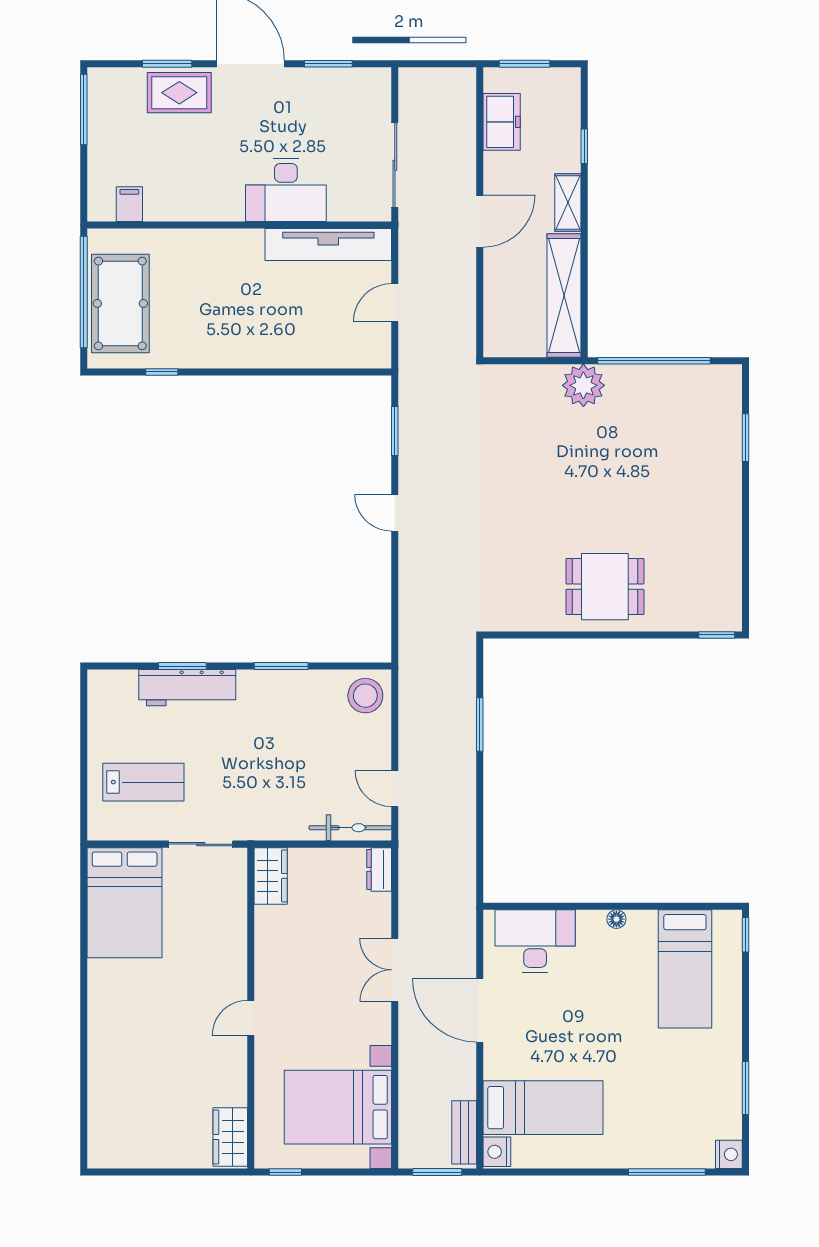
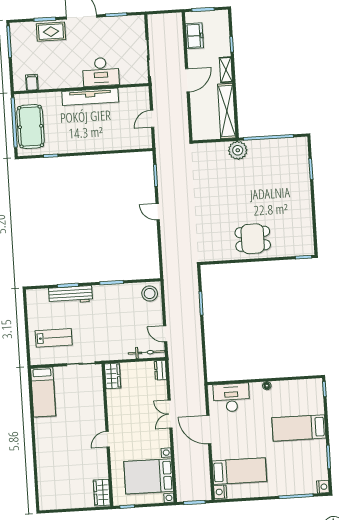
tv unit: (328, 245) -> (90, 97), moved
bed: (125, 903) -> (43, 392), width x0.67
bed: (685, 969) -> (299, 428), moved, turned 90
bench: (464, 1132) -> (205, 484), removed

